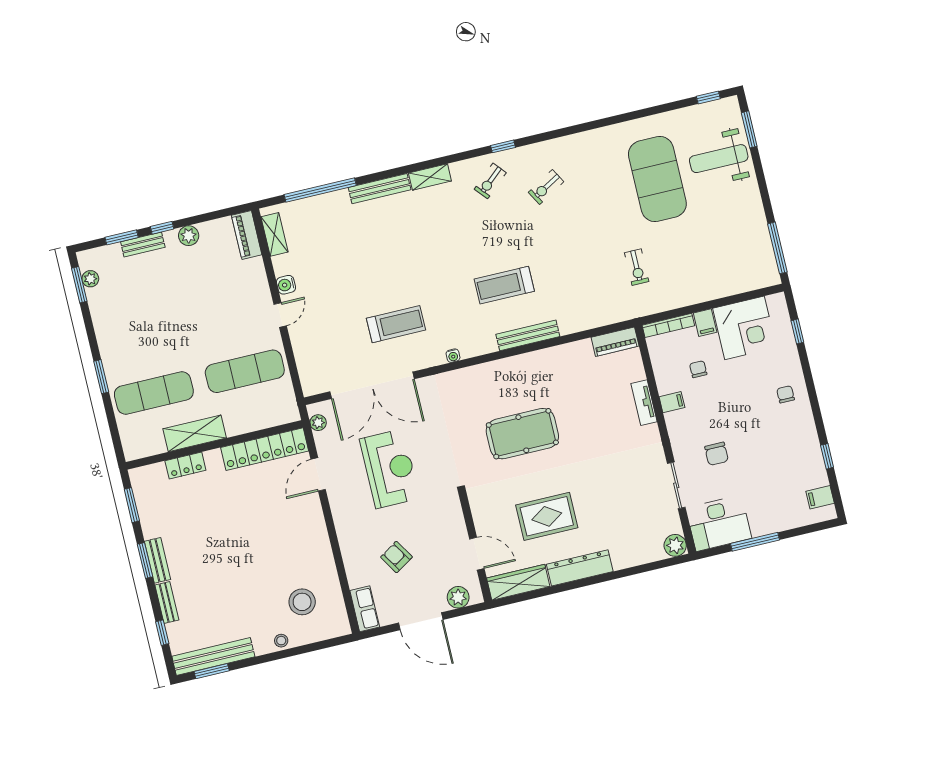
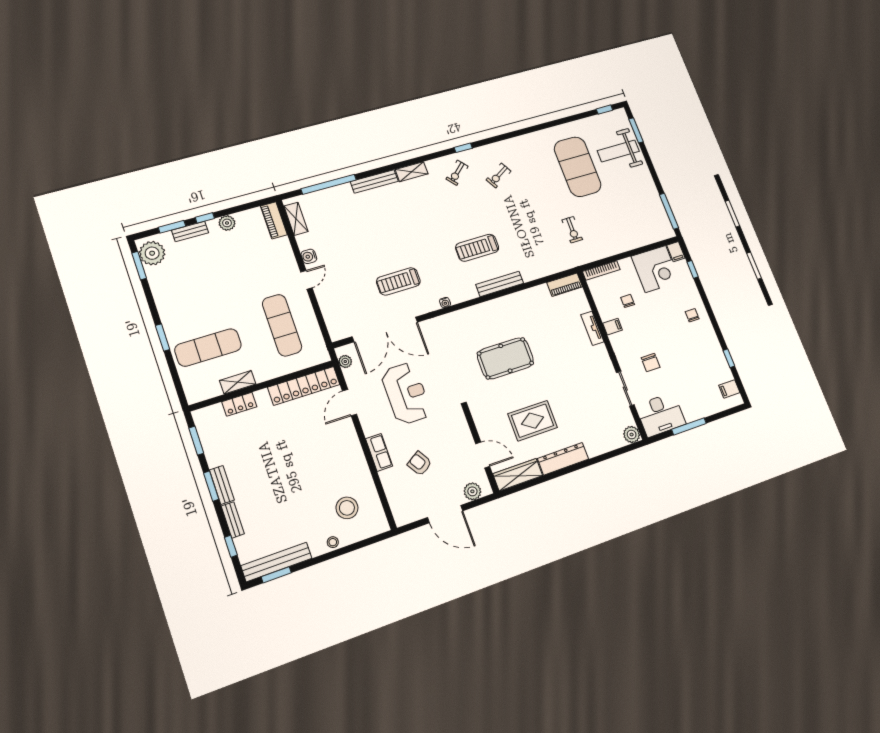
plant: (90, 279) -> (152, 253), width x1.88, depth x1.88
filing cabinet: (705, 323) -> (676, 252), moved
treadmill: (396, 324) -> (398, 281), turned 180
exercise mat: (245, 371) -> (282, 325), turned 90
shelving: (195, 433) -> (238, 382), width x0.67, depth x0.75
row of seats: (365, 609) -> (379, 452), moved

